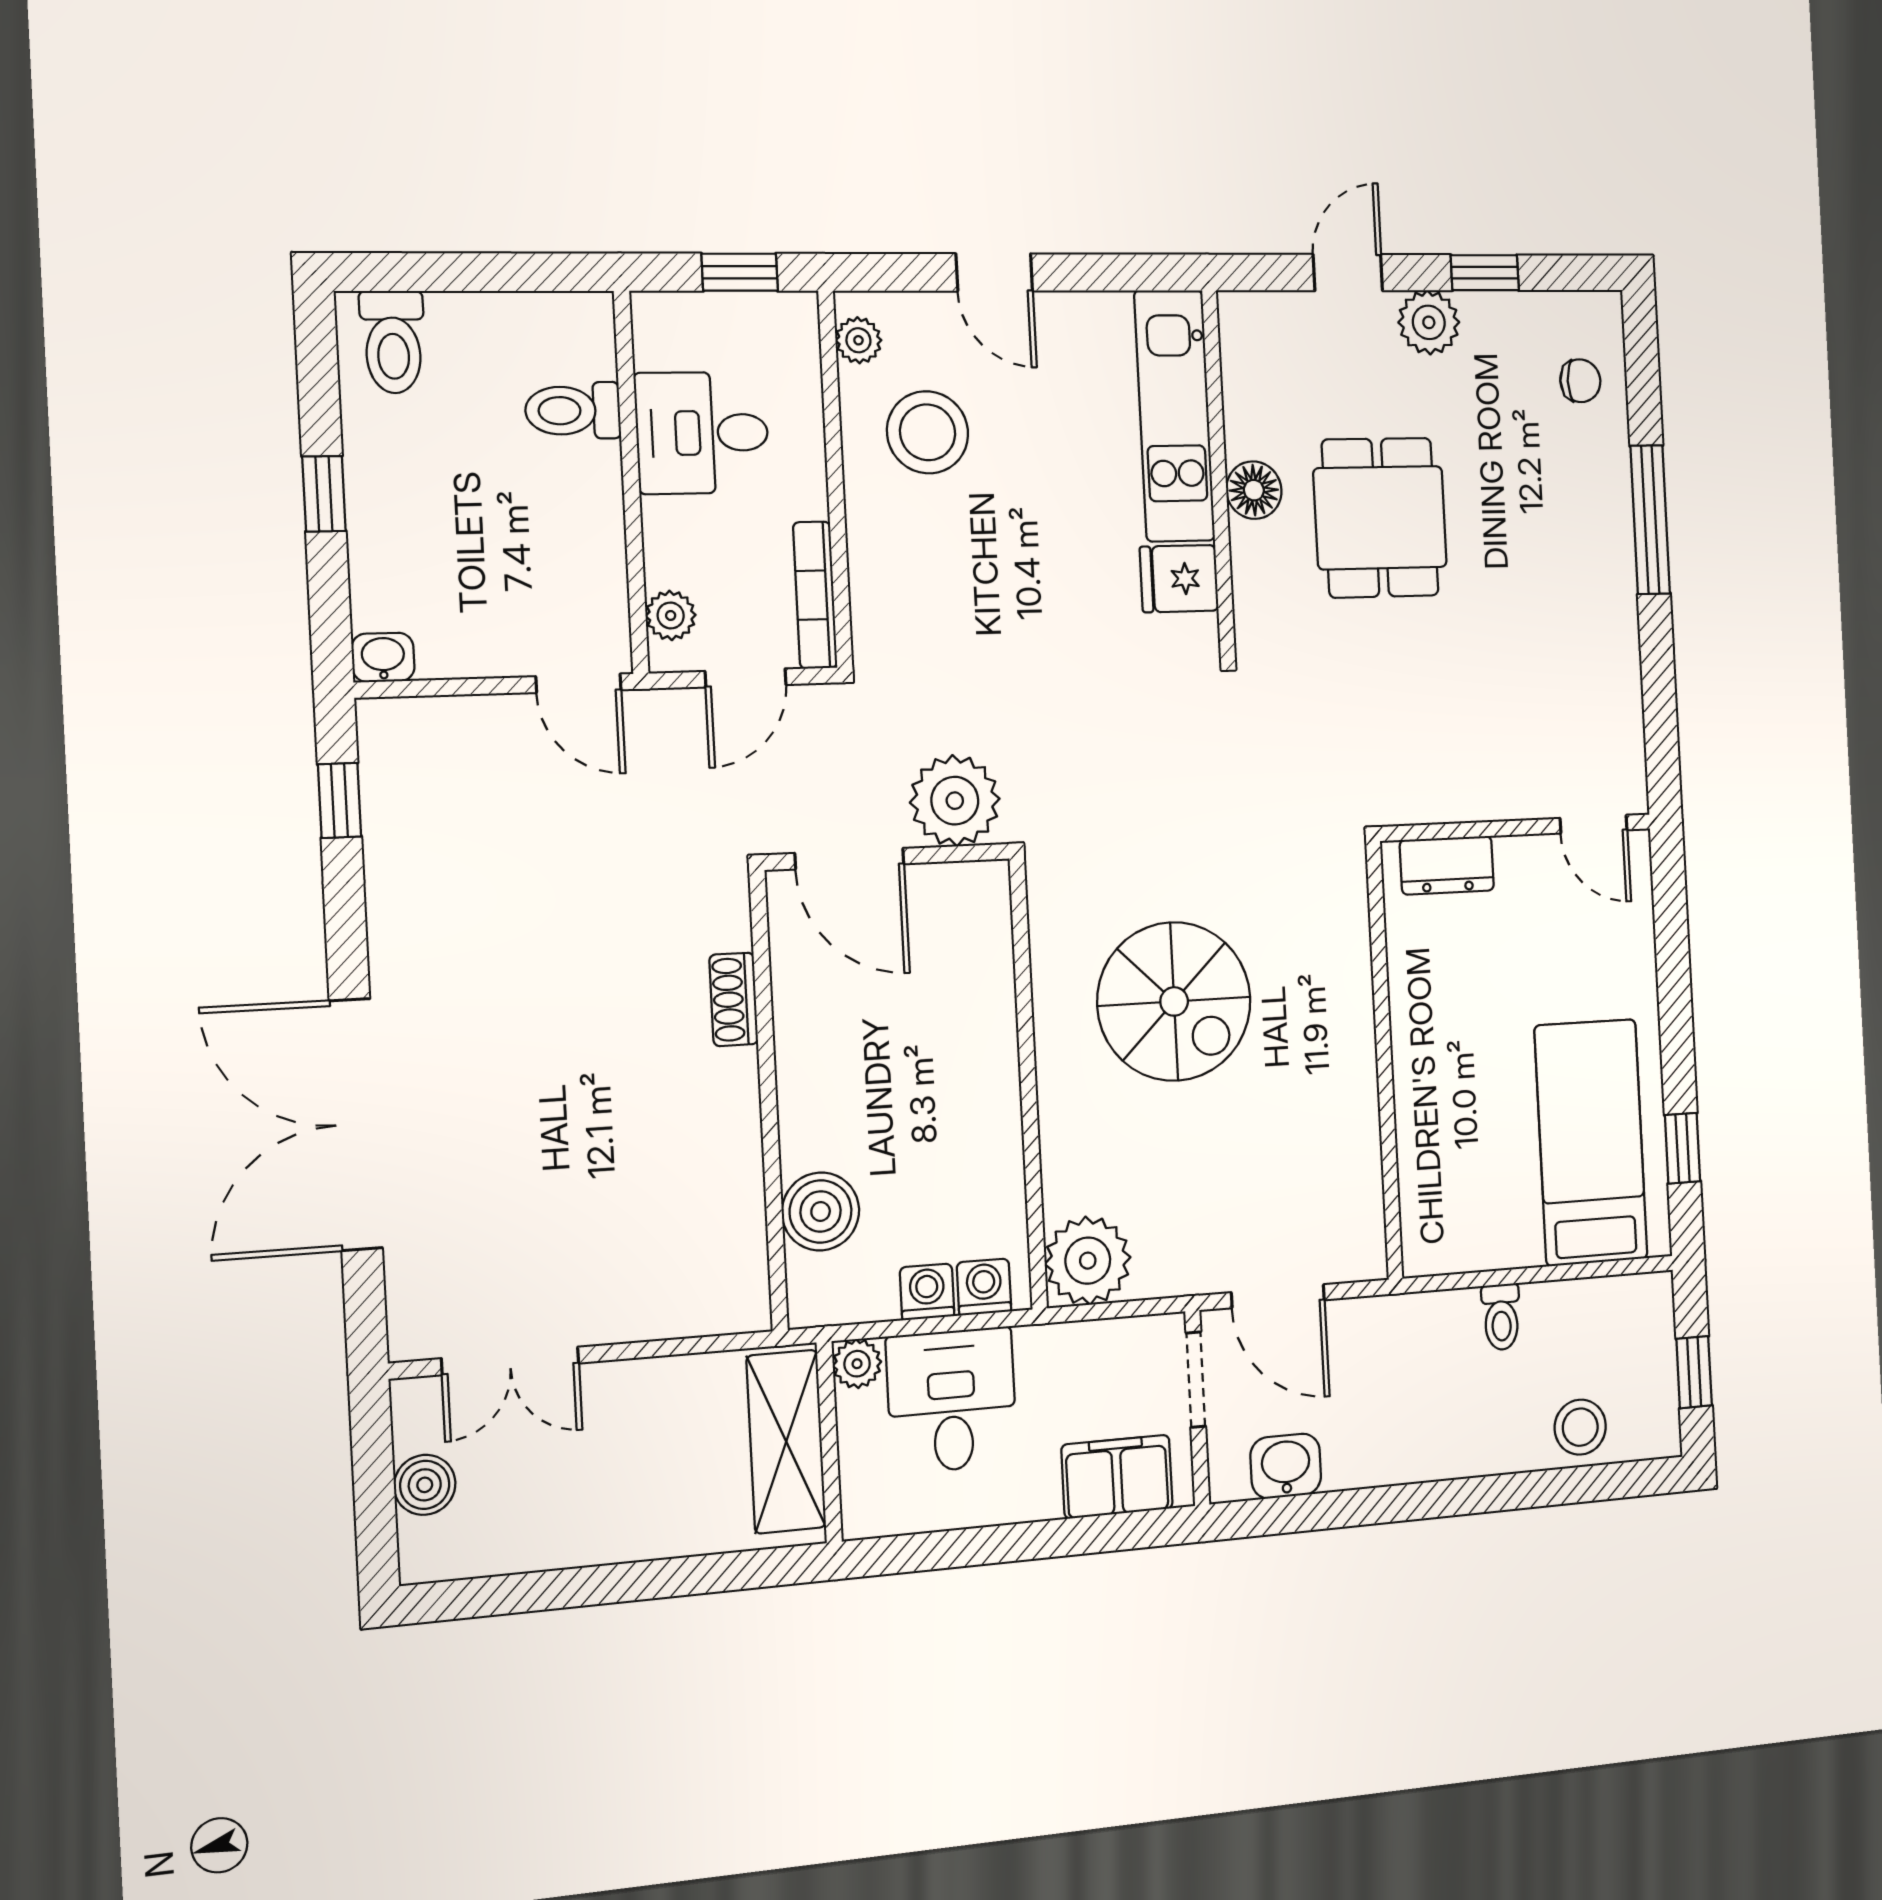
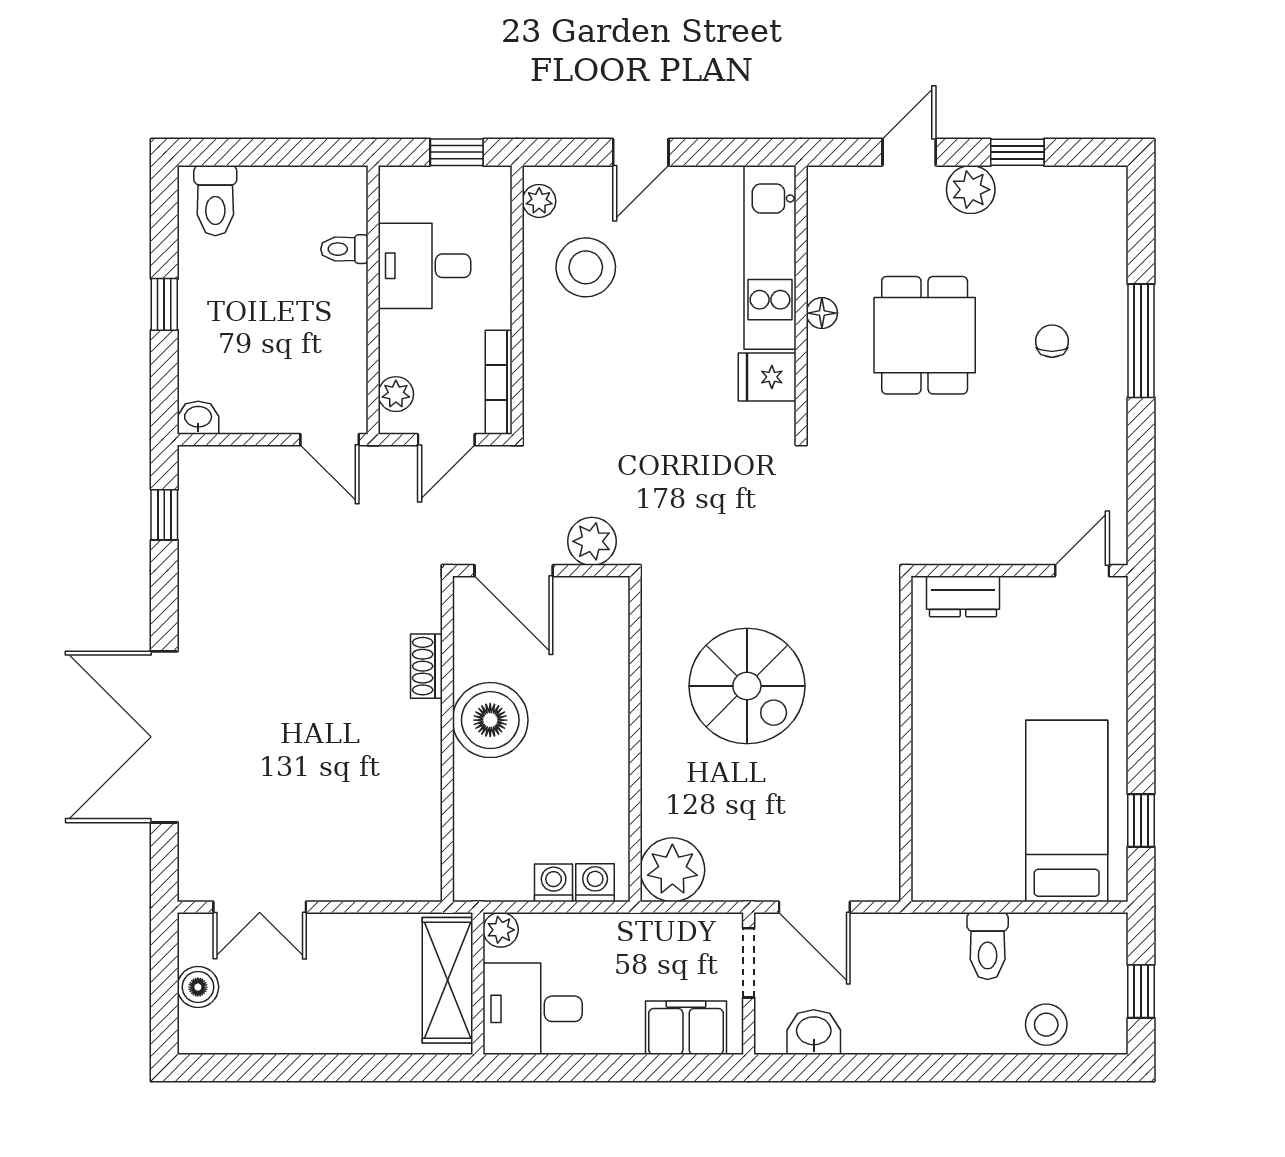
door: (994, 272) -> (641, 152), hinge flipped
chair: (1580, 381) -> (1052, 341), moved, turned -90
toilet: (573, 411) -> (344, 249), width x0.73, depth x0.72
floor lamp: (1254, 490) -> (822, 313), width x0.73, depth x0.73
plant: (955, 801) -> (592, 541), width x0.73, depth x0.73
door: (1594, 824) -> (1082, 571), swing flipped
boiler: (821, 1211) -> (490, 720), moved, width x1.37, depth x1.37
toilet: (1501, 1317) -> (988, 946), width x1.37, depth x1.39
desk: (952, 1400) -> (533, 1009), moved, turned -90

